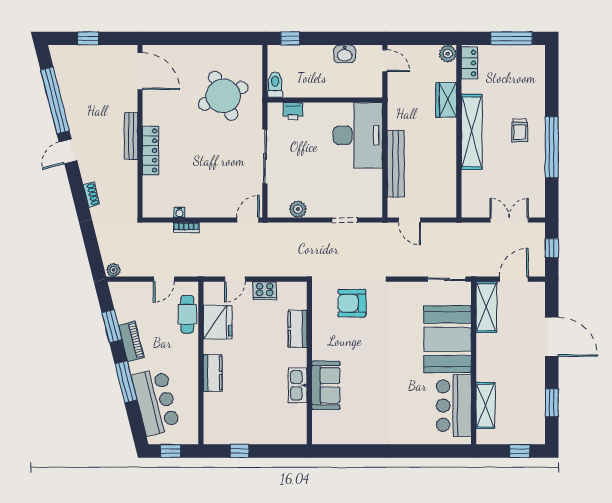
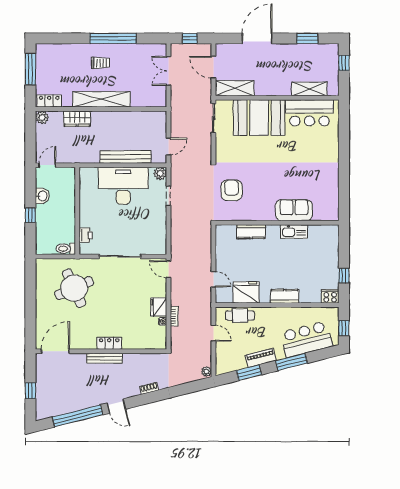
window: (290, 38) -> (30, 215), moved
desk: (358, 135) -> (123, 186), moved
locker: (151, 150) -> (109, 343), width x0.66
fridge: (198, 207) -> (159, 307), added
plant: (298, 209) -> (160, 173), moved
cooker: (265, 291) -> (330, 296), moved, turned -90
armchair: (352, 303) -> (232, 190), turned 180

